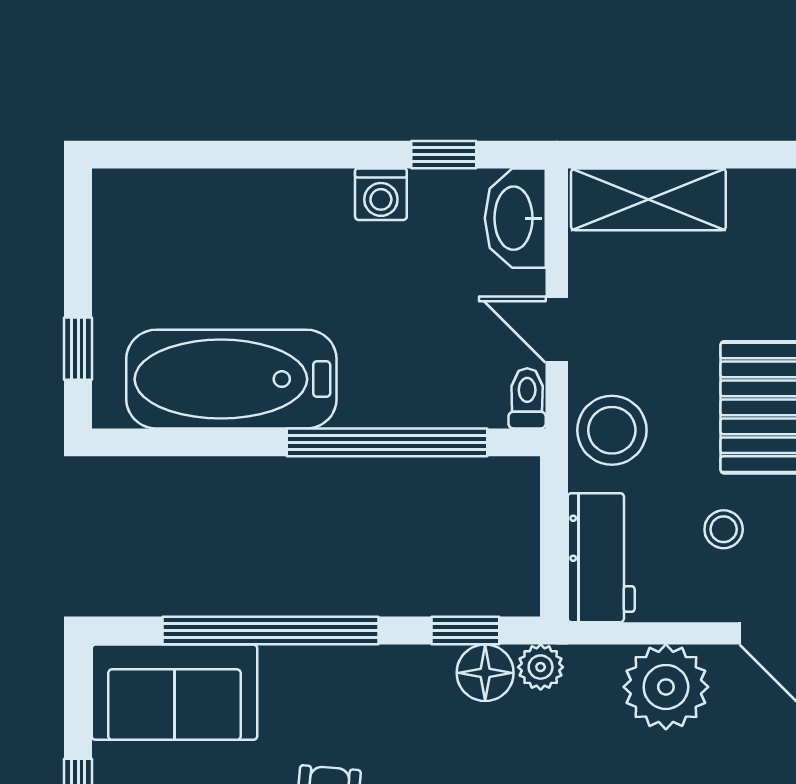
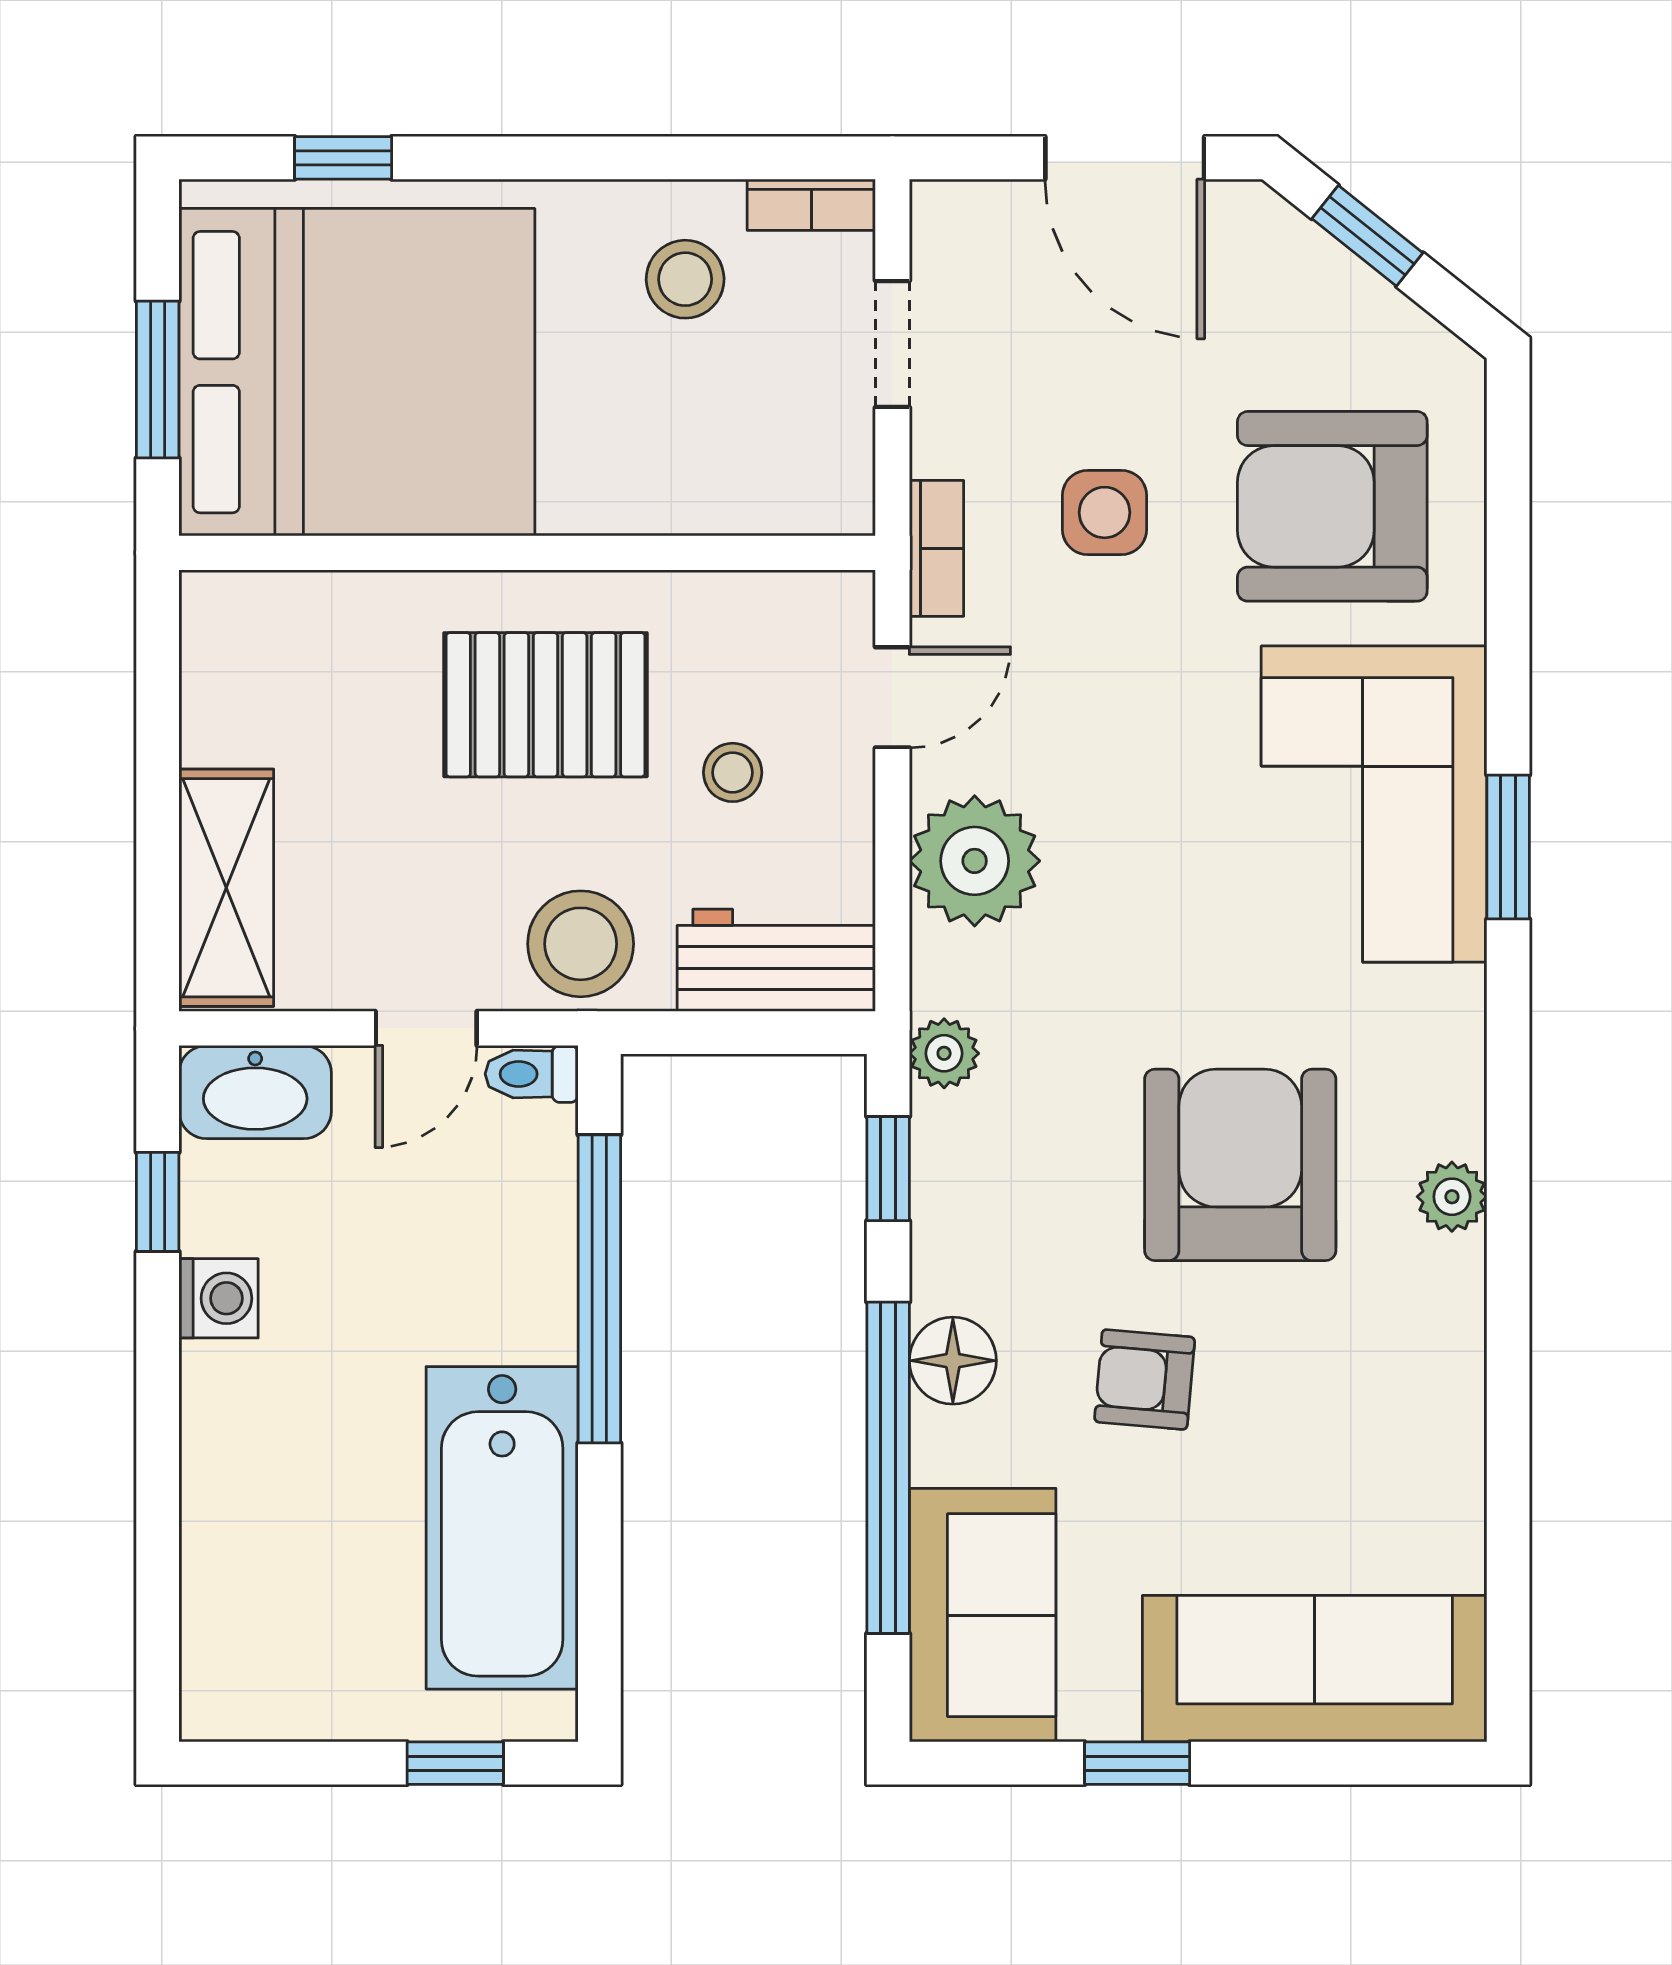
floor lamp: (485, 673) -> (953, 1361), moved

